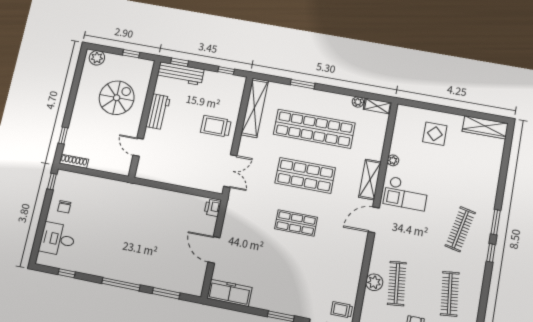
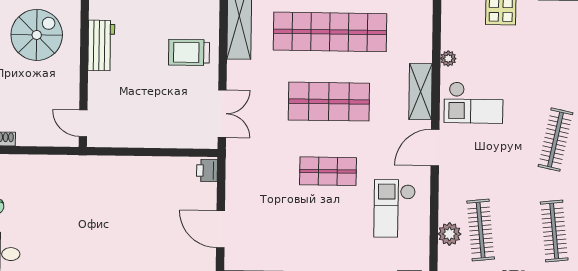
door: (138, 147) -> (83, 123), moved
checkout: (338, 257) -> (395, 208), added

